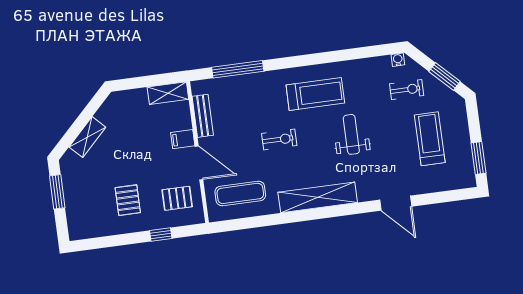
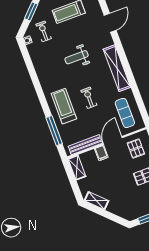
treadmill: (315, 94) -> (64, 106), moved
bench: (203, 116) -> (85, 145), width x1.36
shelving: (87, 137) -> (97, 201), moved

